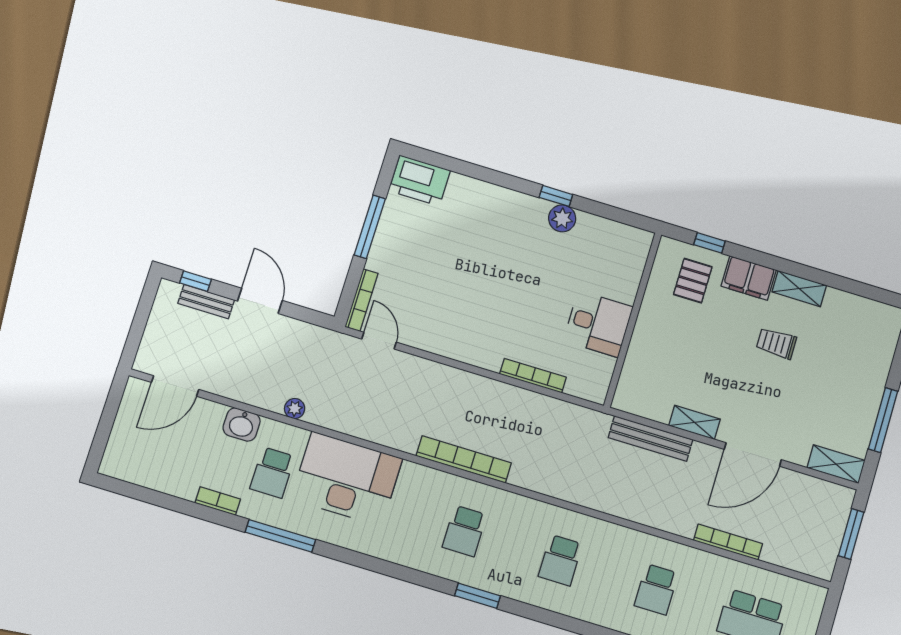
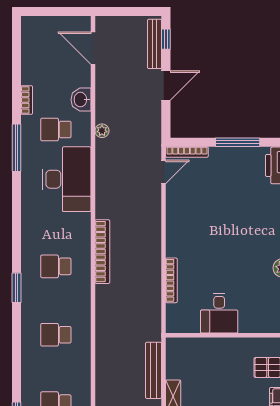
bench: (206, 302) -> (155, 44), width x1.36

